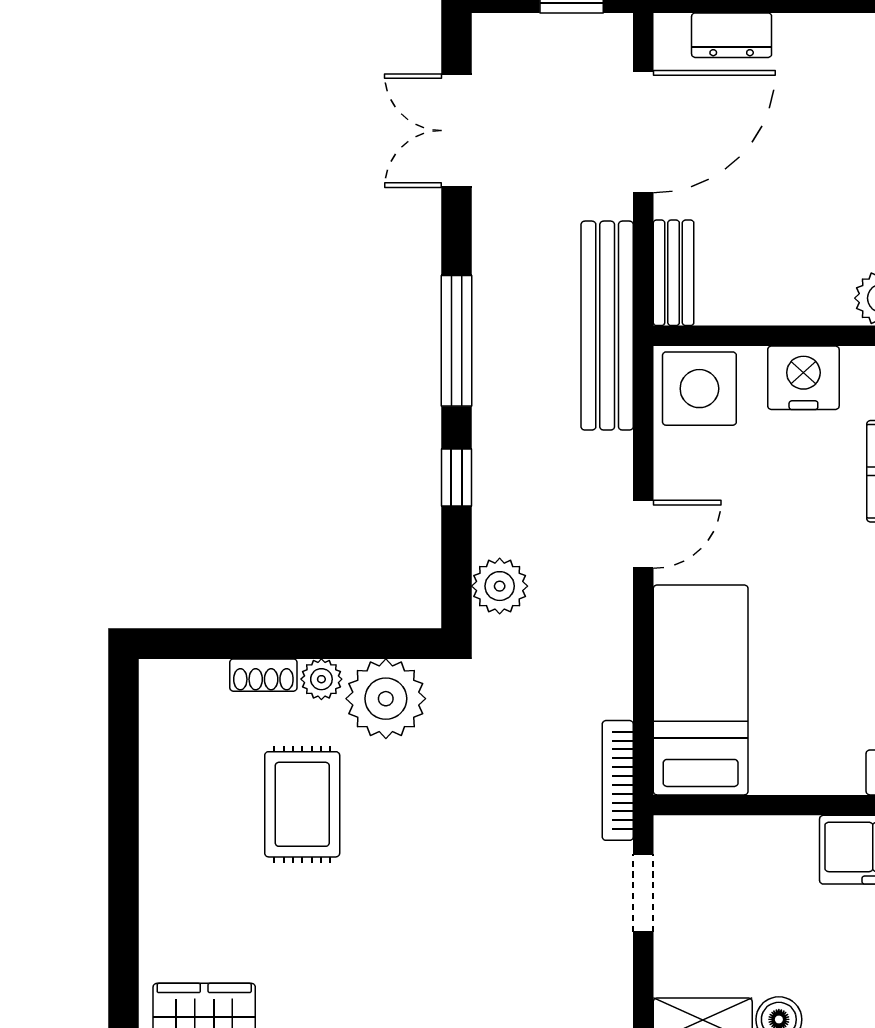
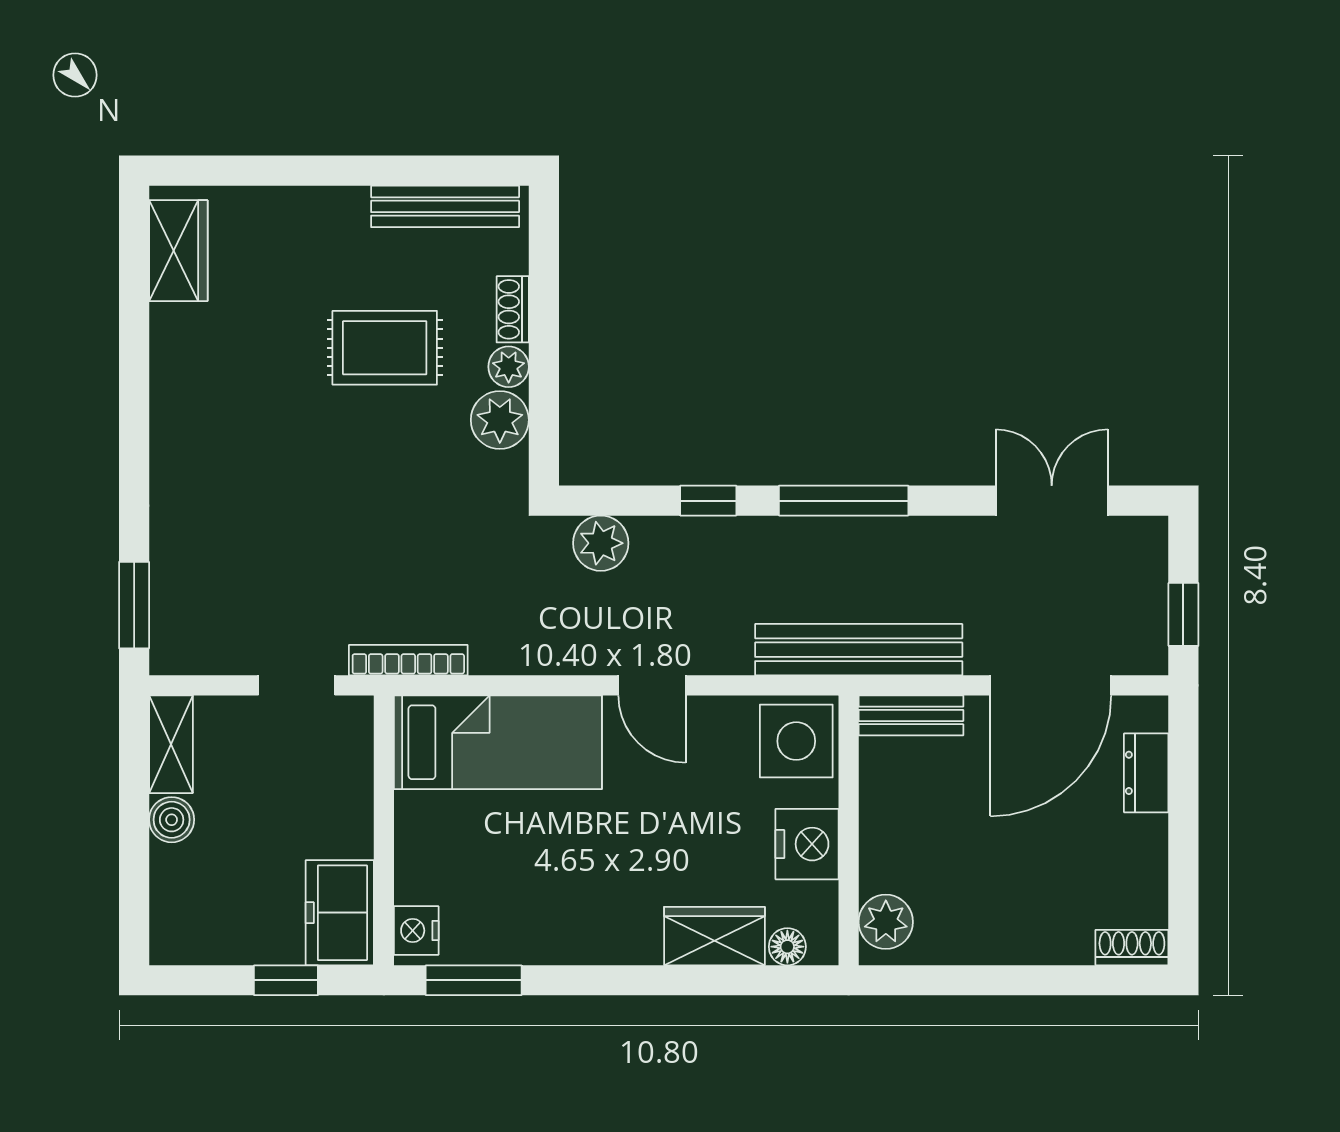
door: (643, 132) -> (1051, 685), hinge flipped
plant: (386, 699) -> (500, 420), width x0.73, depth x0.73
bench: (159, 743) -> (445, 206), added

